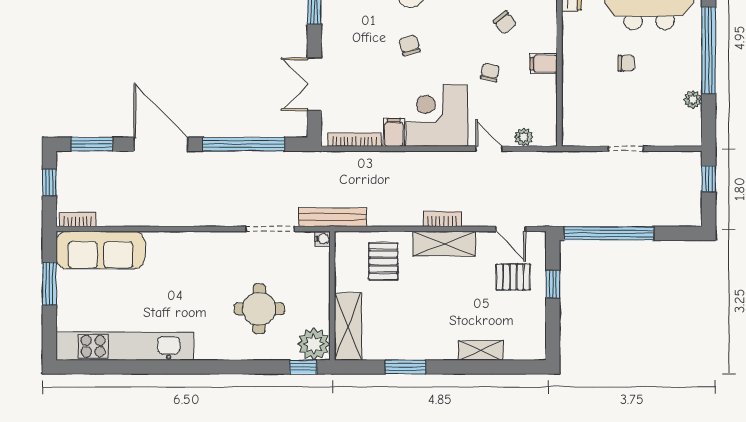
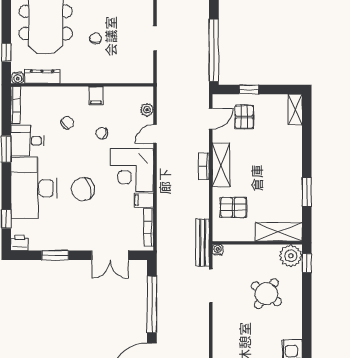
chair: (409, 45) -> (83, 189), width x1.87, depth x1.87
round table: (259, 309) -> (266, 294), turned 36
shelving: (481, 350) -> (295, 110), moved

